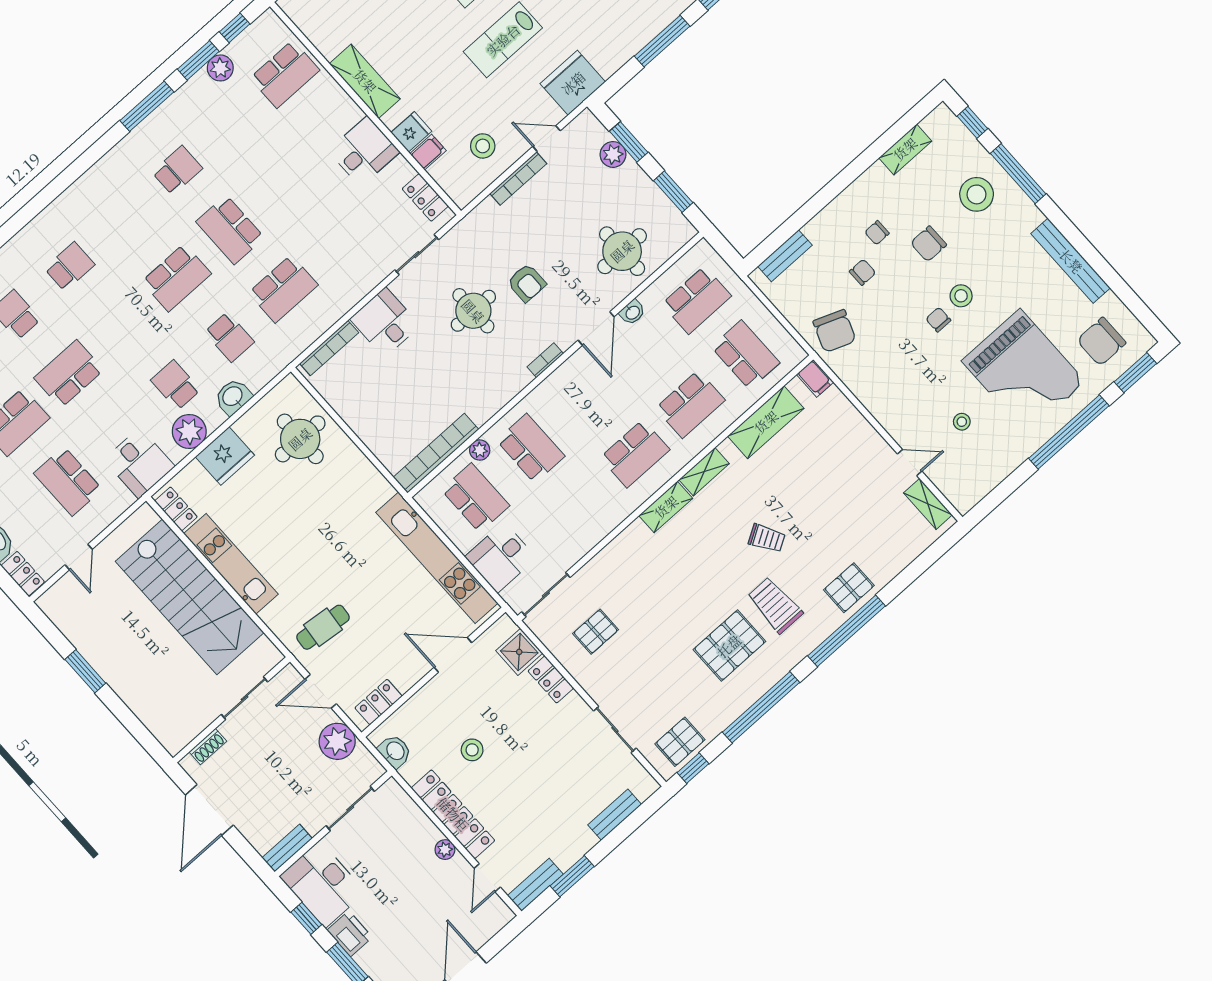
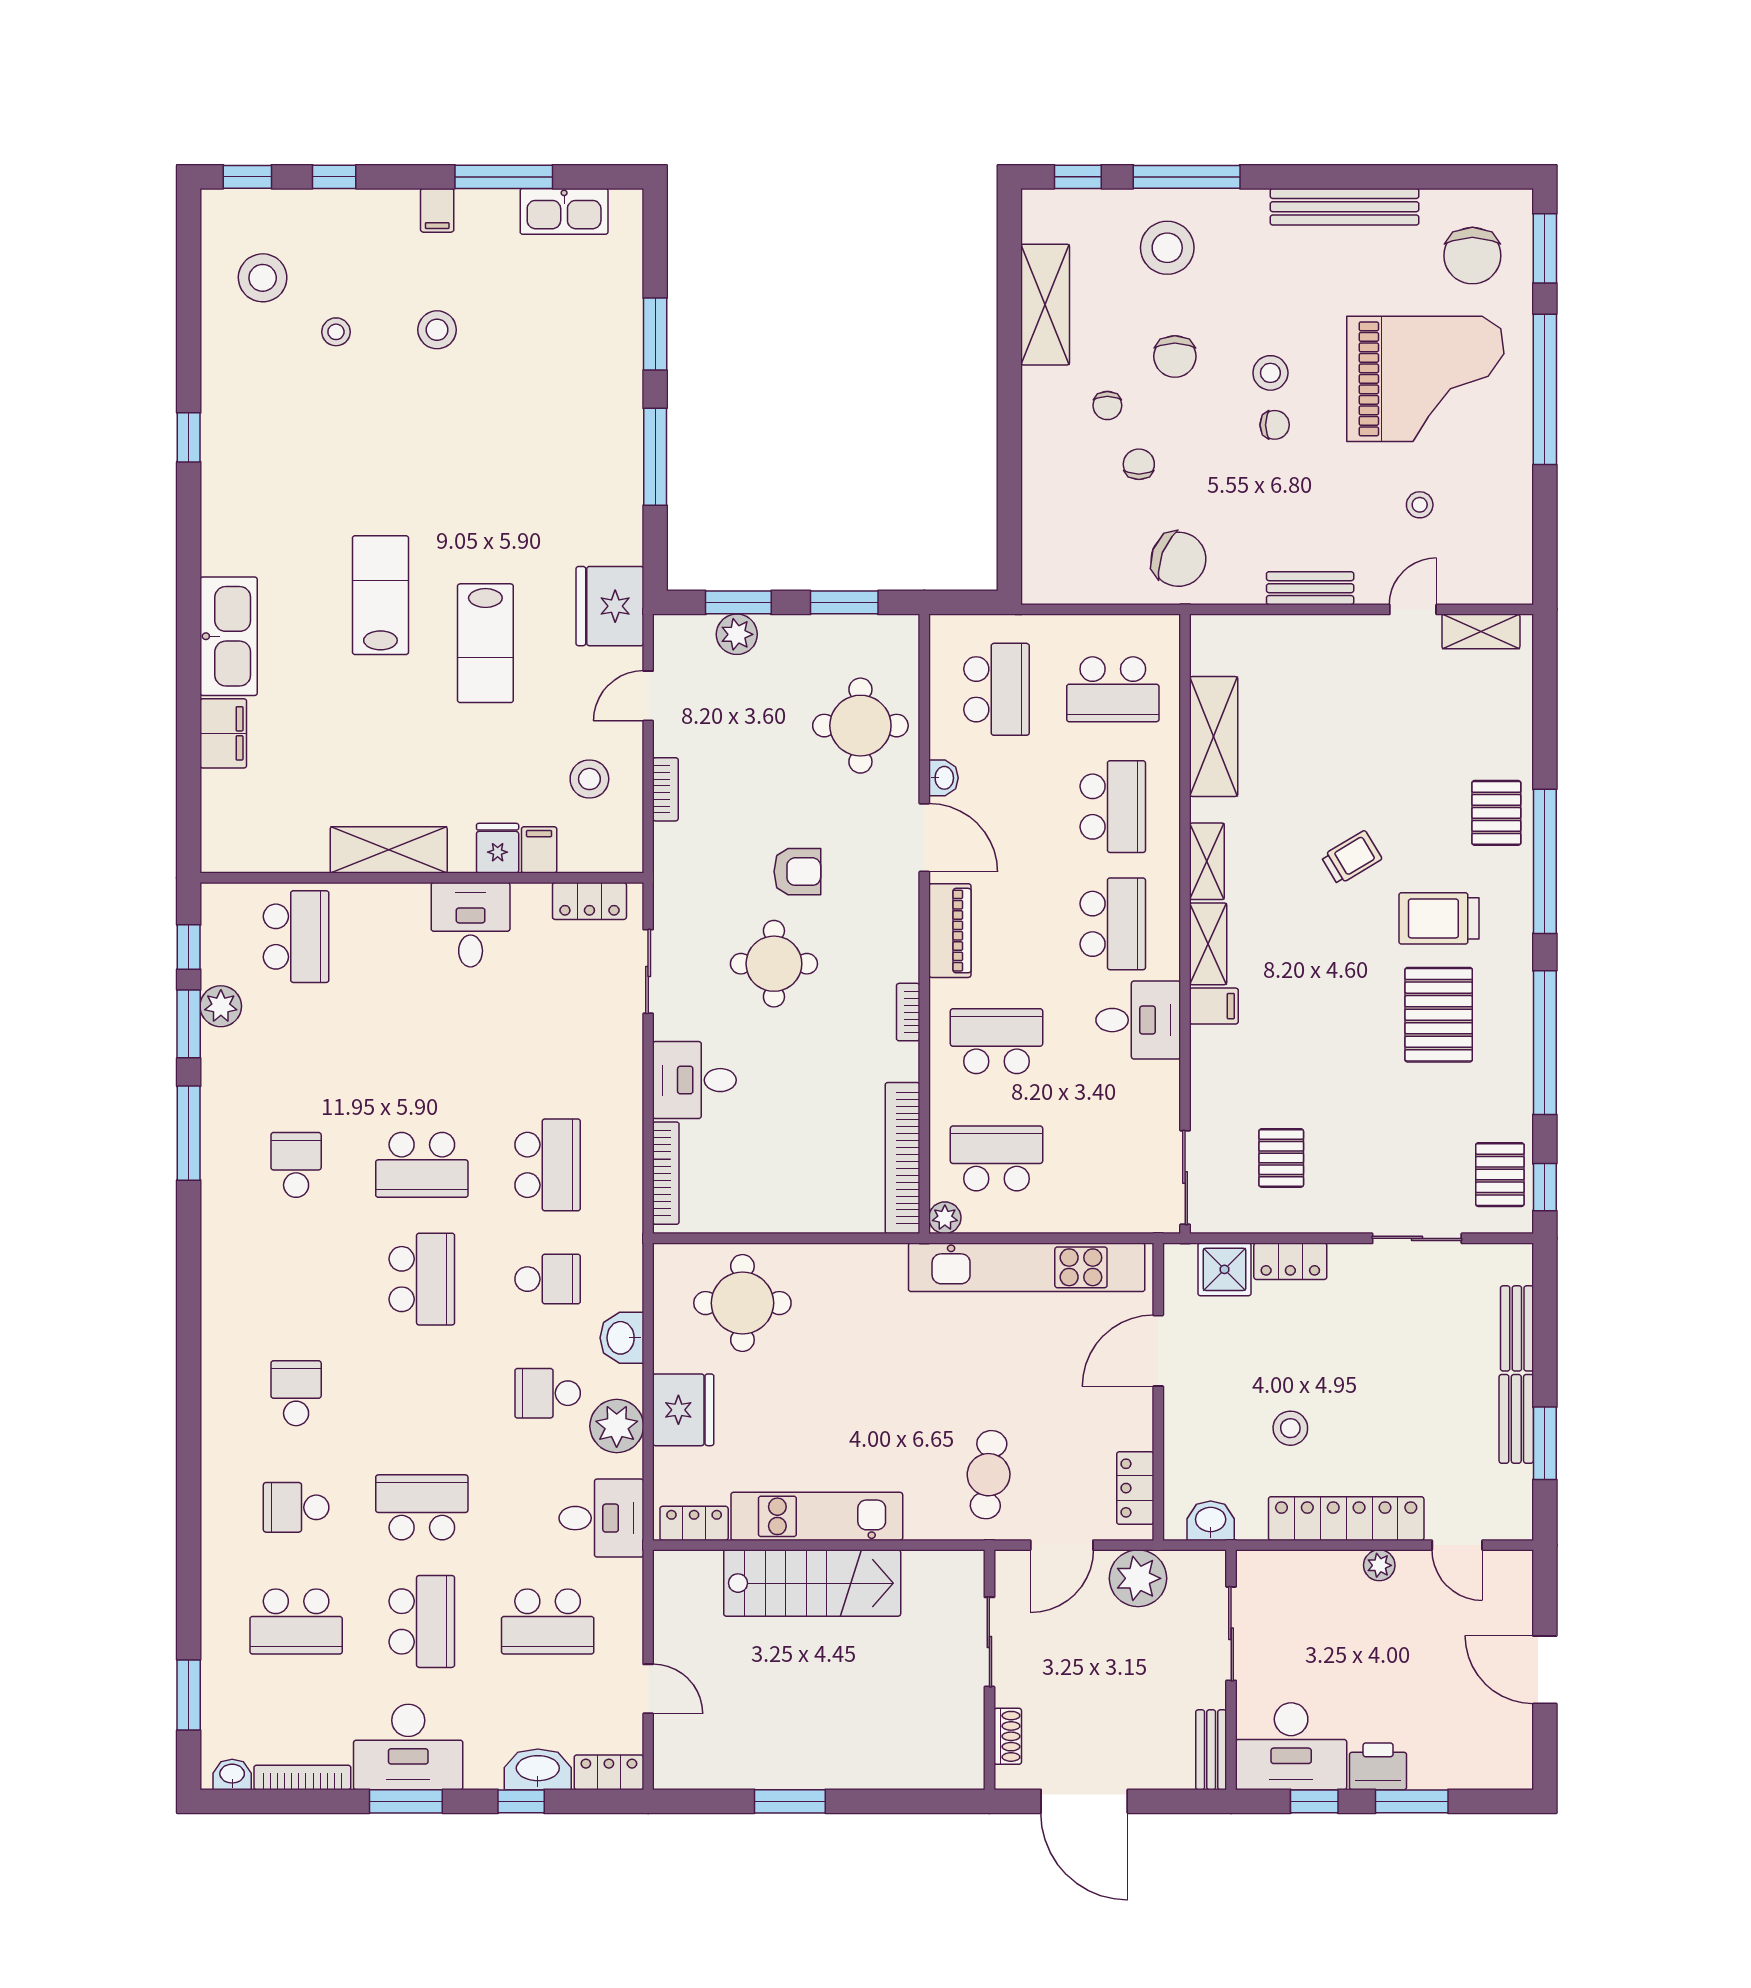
shelving: (905, 149) -> (1045, 305), width x1.50, depth x1.33
bookcase: (518, 179) -> (665, 789), width x0.64
bench: (785, 256) -> (1310, 588), moved, turned 90
chair: (938, 320) -> (1275, 425), turned 180
school desk: (745, 355) -> (1113, 689), turned 180
bookcase: (545, 360) -> (908, 1012), moved
school desk: (69, 374) -> (422, 1507), turned 90
filing cabinet: (815, 378) -> (1214, 1006), moved
piano: (563, 380) -> (950, 931), added
plant: (480, 450) -> (945, 1218), moved
desk: (501, 557) -> (1138, 1020), moved, turned -90
stairs: (190, 597) -> (812, 1583), width x0.73, depth x0.66
bench: (535, 885) -> (1516, 1419), moved

